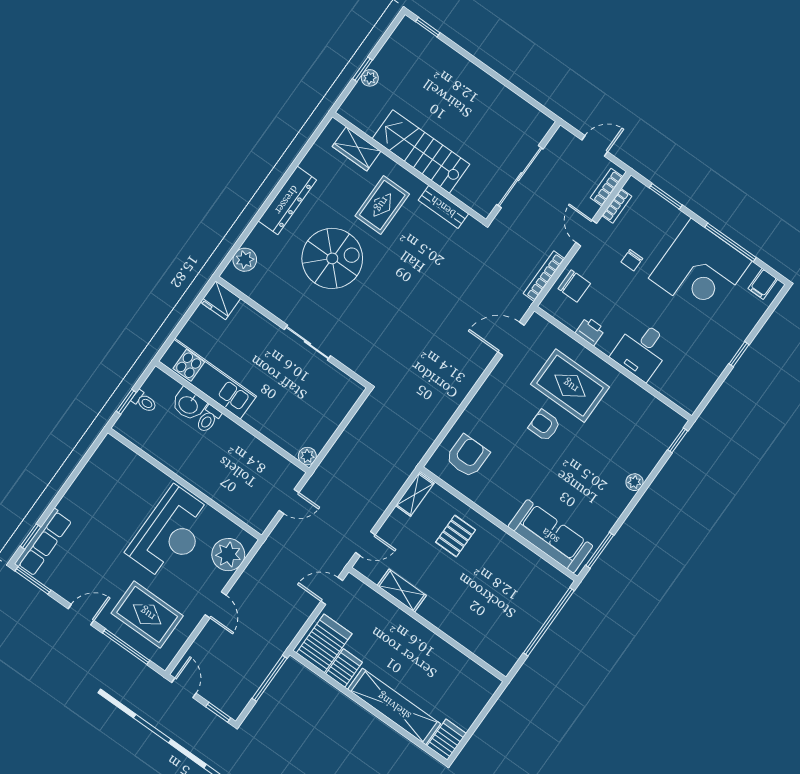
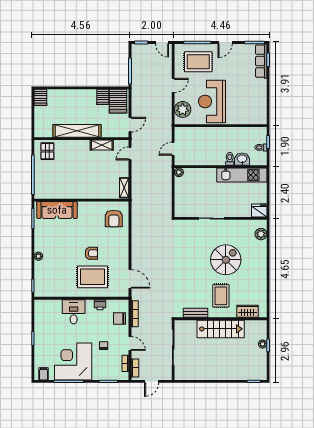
dresser: (287, 200) -> (261, 270), removed
spiral stairs: (332, 258) -> (226, 260), turned 180
door: (511, 339) -> (130, 279), hinge flipped
pallet: (456, 536) -> (47, 151), moved
door: (216, 605) -> (173, 85), swing flipped
shelving: (394, 706) -> (77, 131), moved

